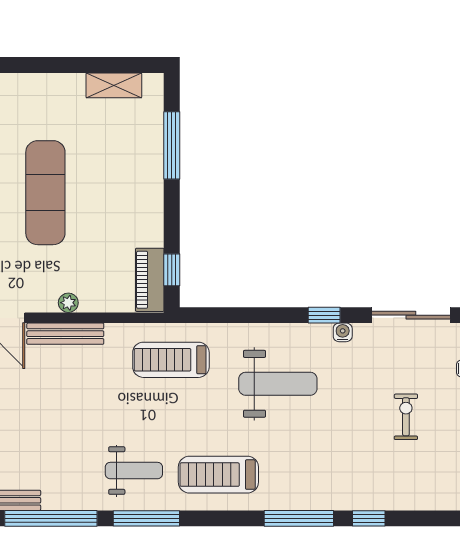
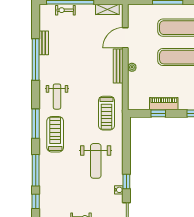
window: (172, 270) -> (158, 113), moved
piano: (150, 280) -> (164, 104), moved
treadmill: (171, 360) -> (106, 113), turned 180
window: (146, 518) -> (36, 124), moved

